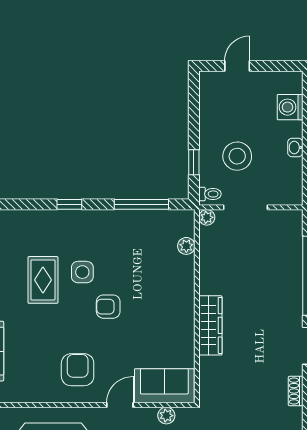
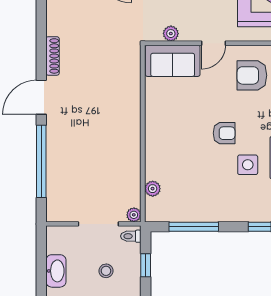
washbasin: (295, 147) -> (56, 271), width x1.91, depth x1.45
stool: (237, 156) -> (106, 271), width x0.53, depth x0.53
wardrobe: (210, 325) -> (130, 116), removed
armchair: (78, 370) -> (252, 75), turned 90
shoe rack: (296, 391) -> (53, 56), width x1.43

